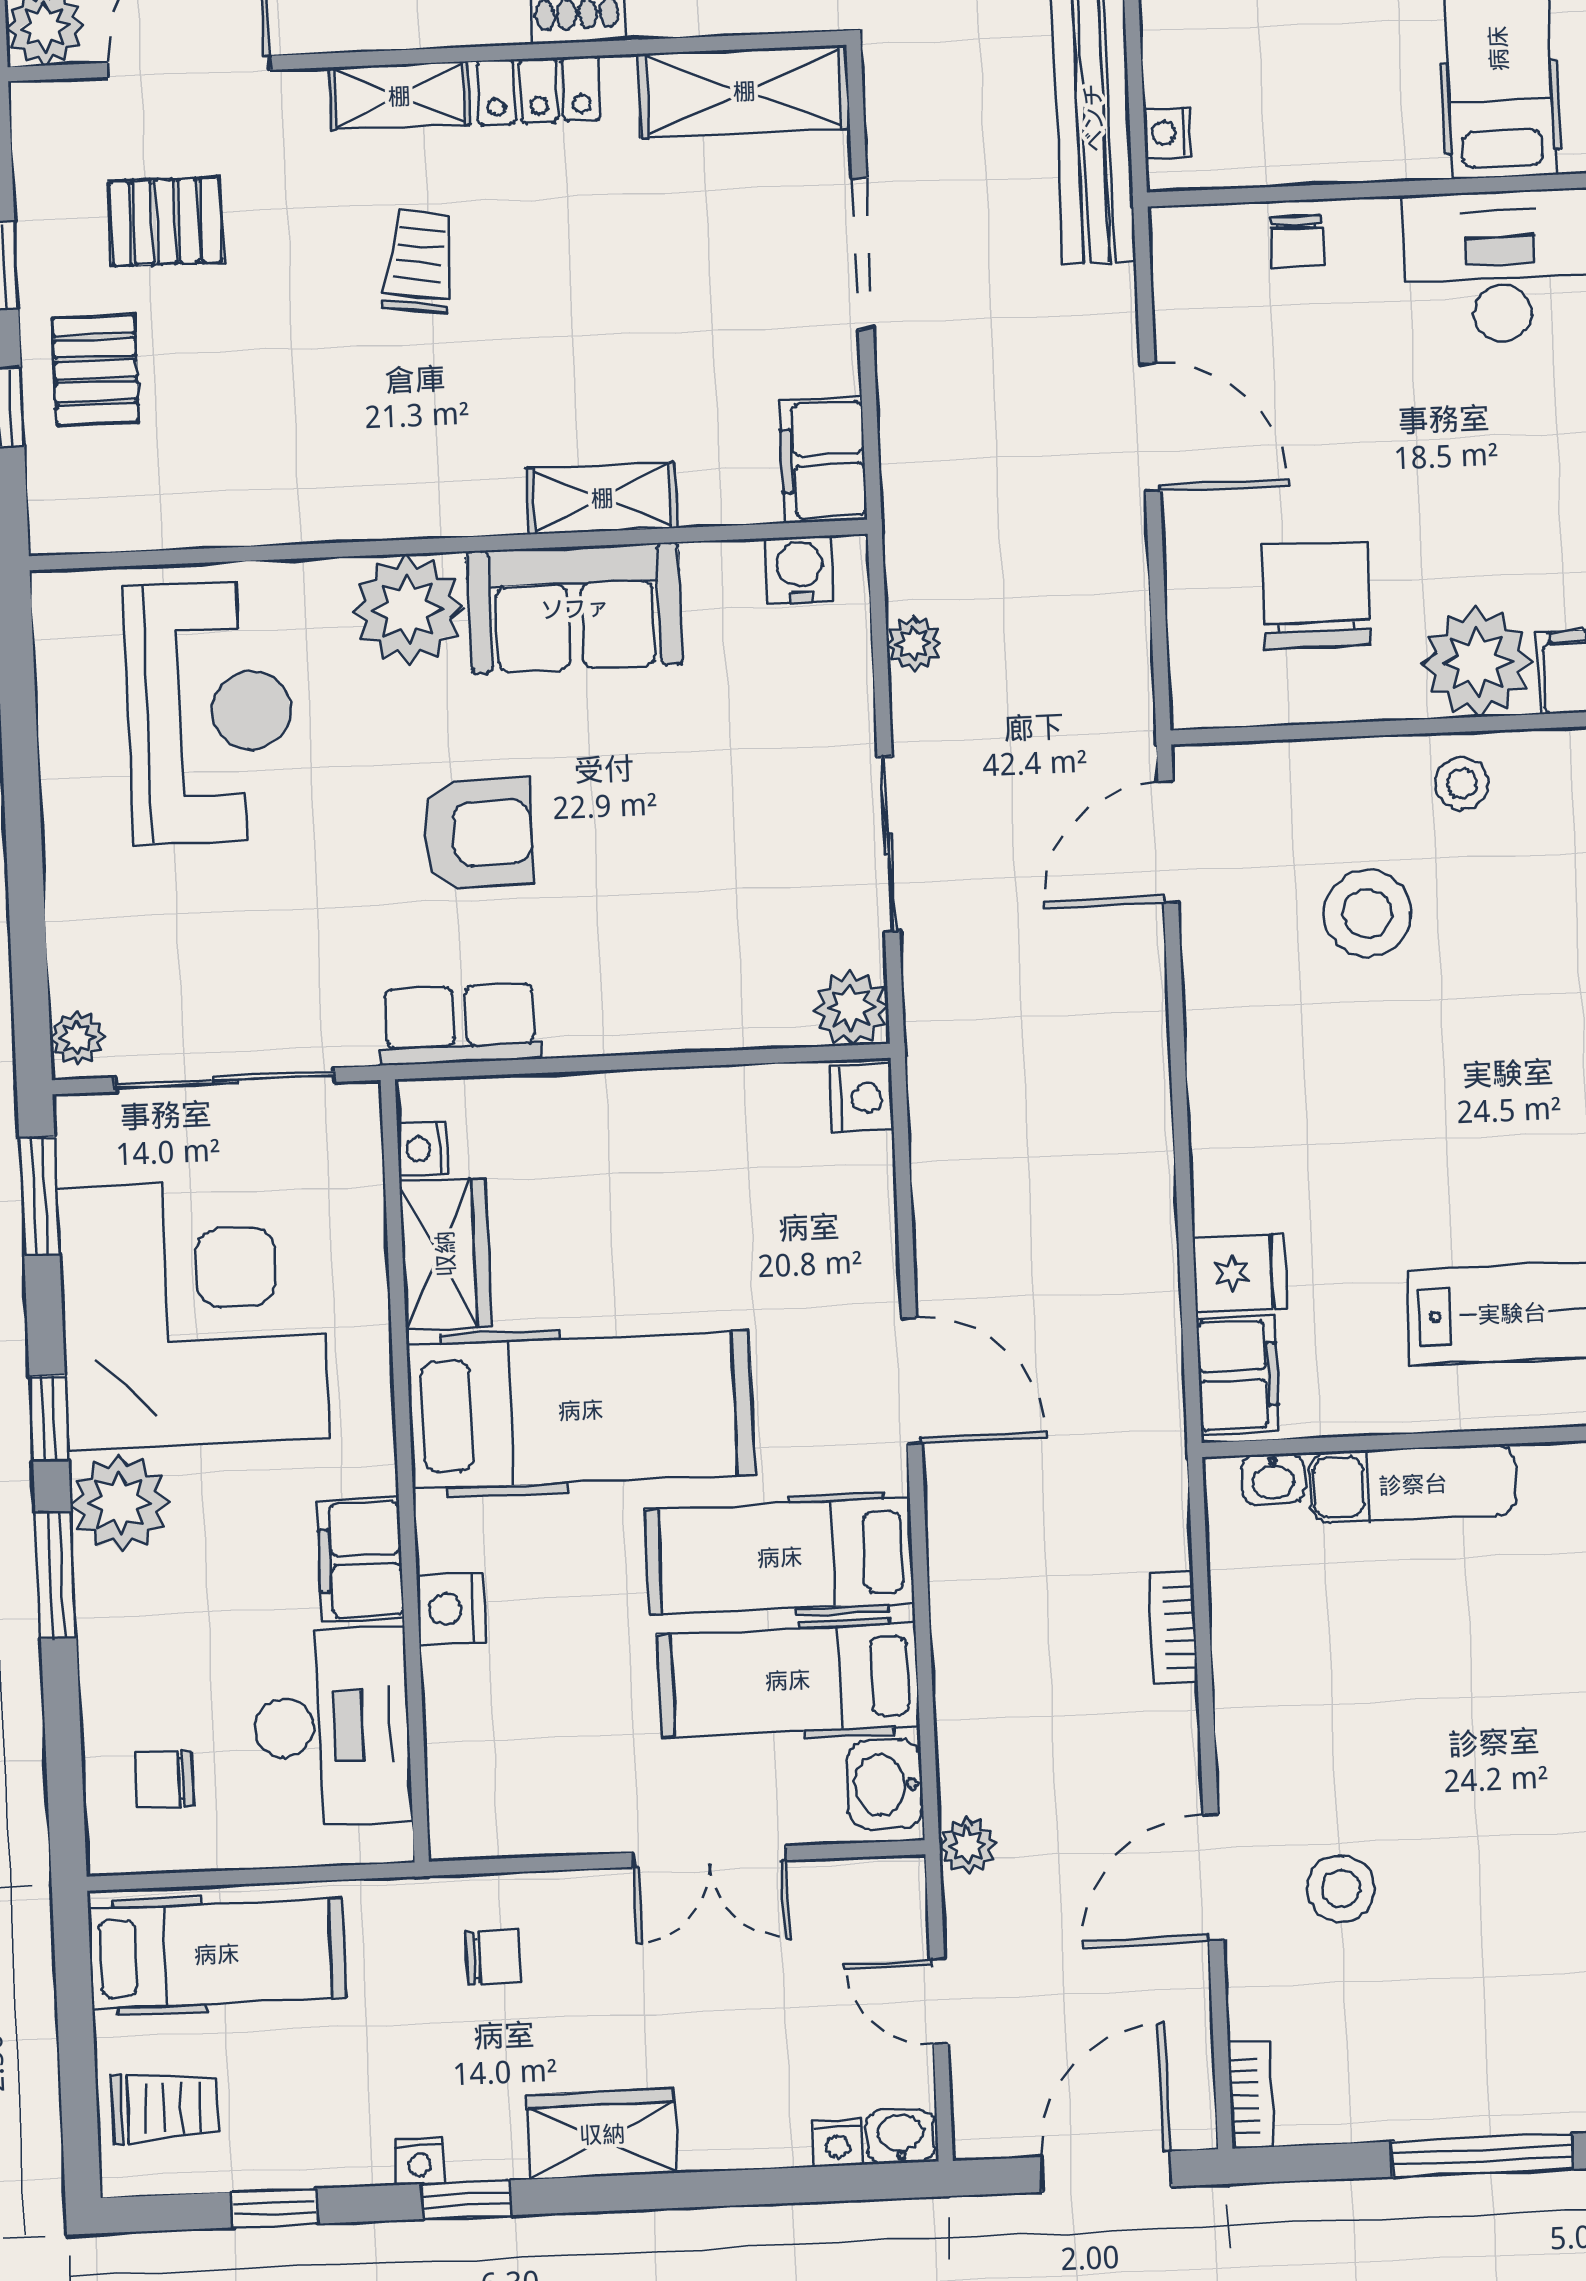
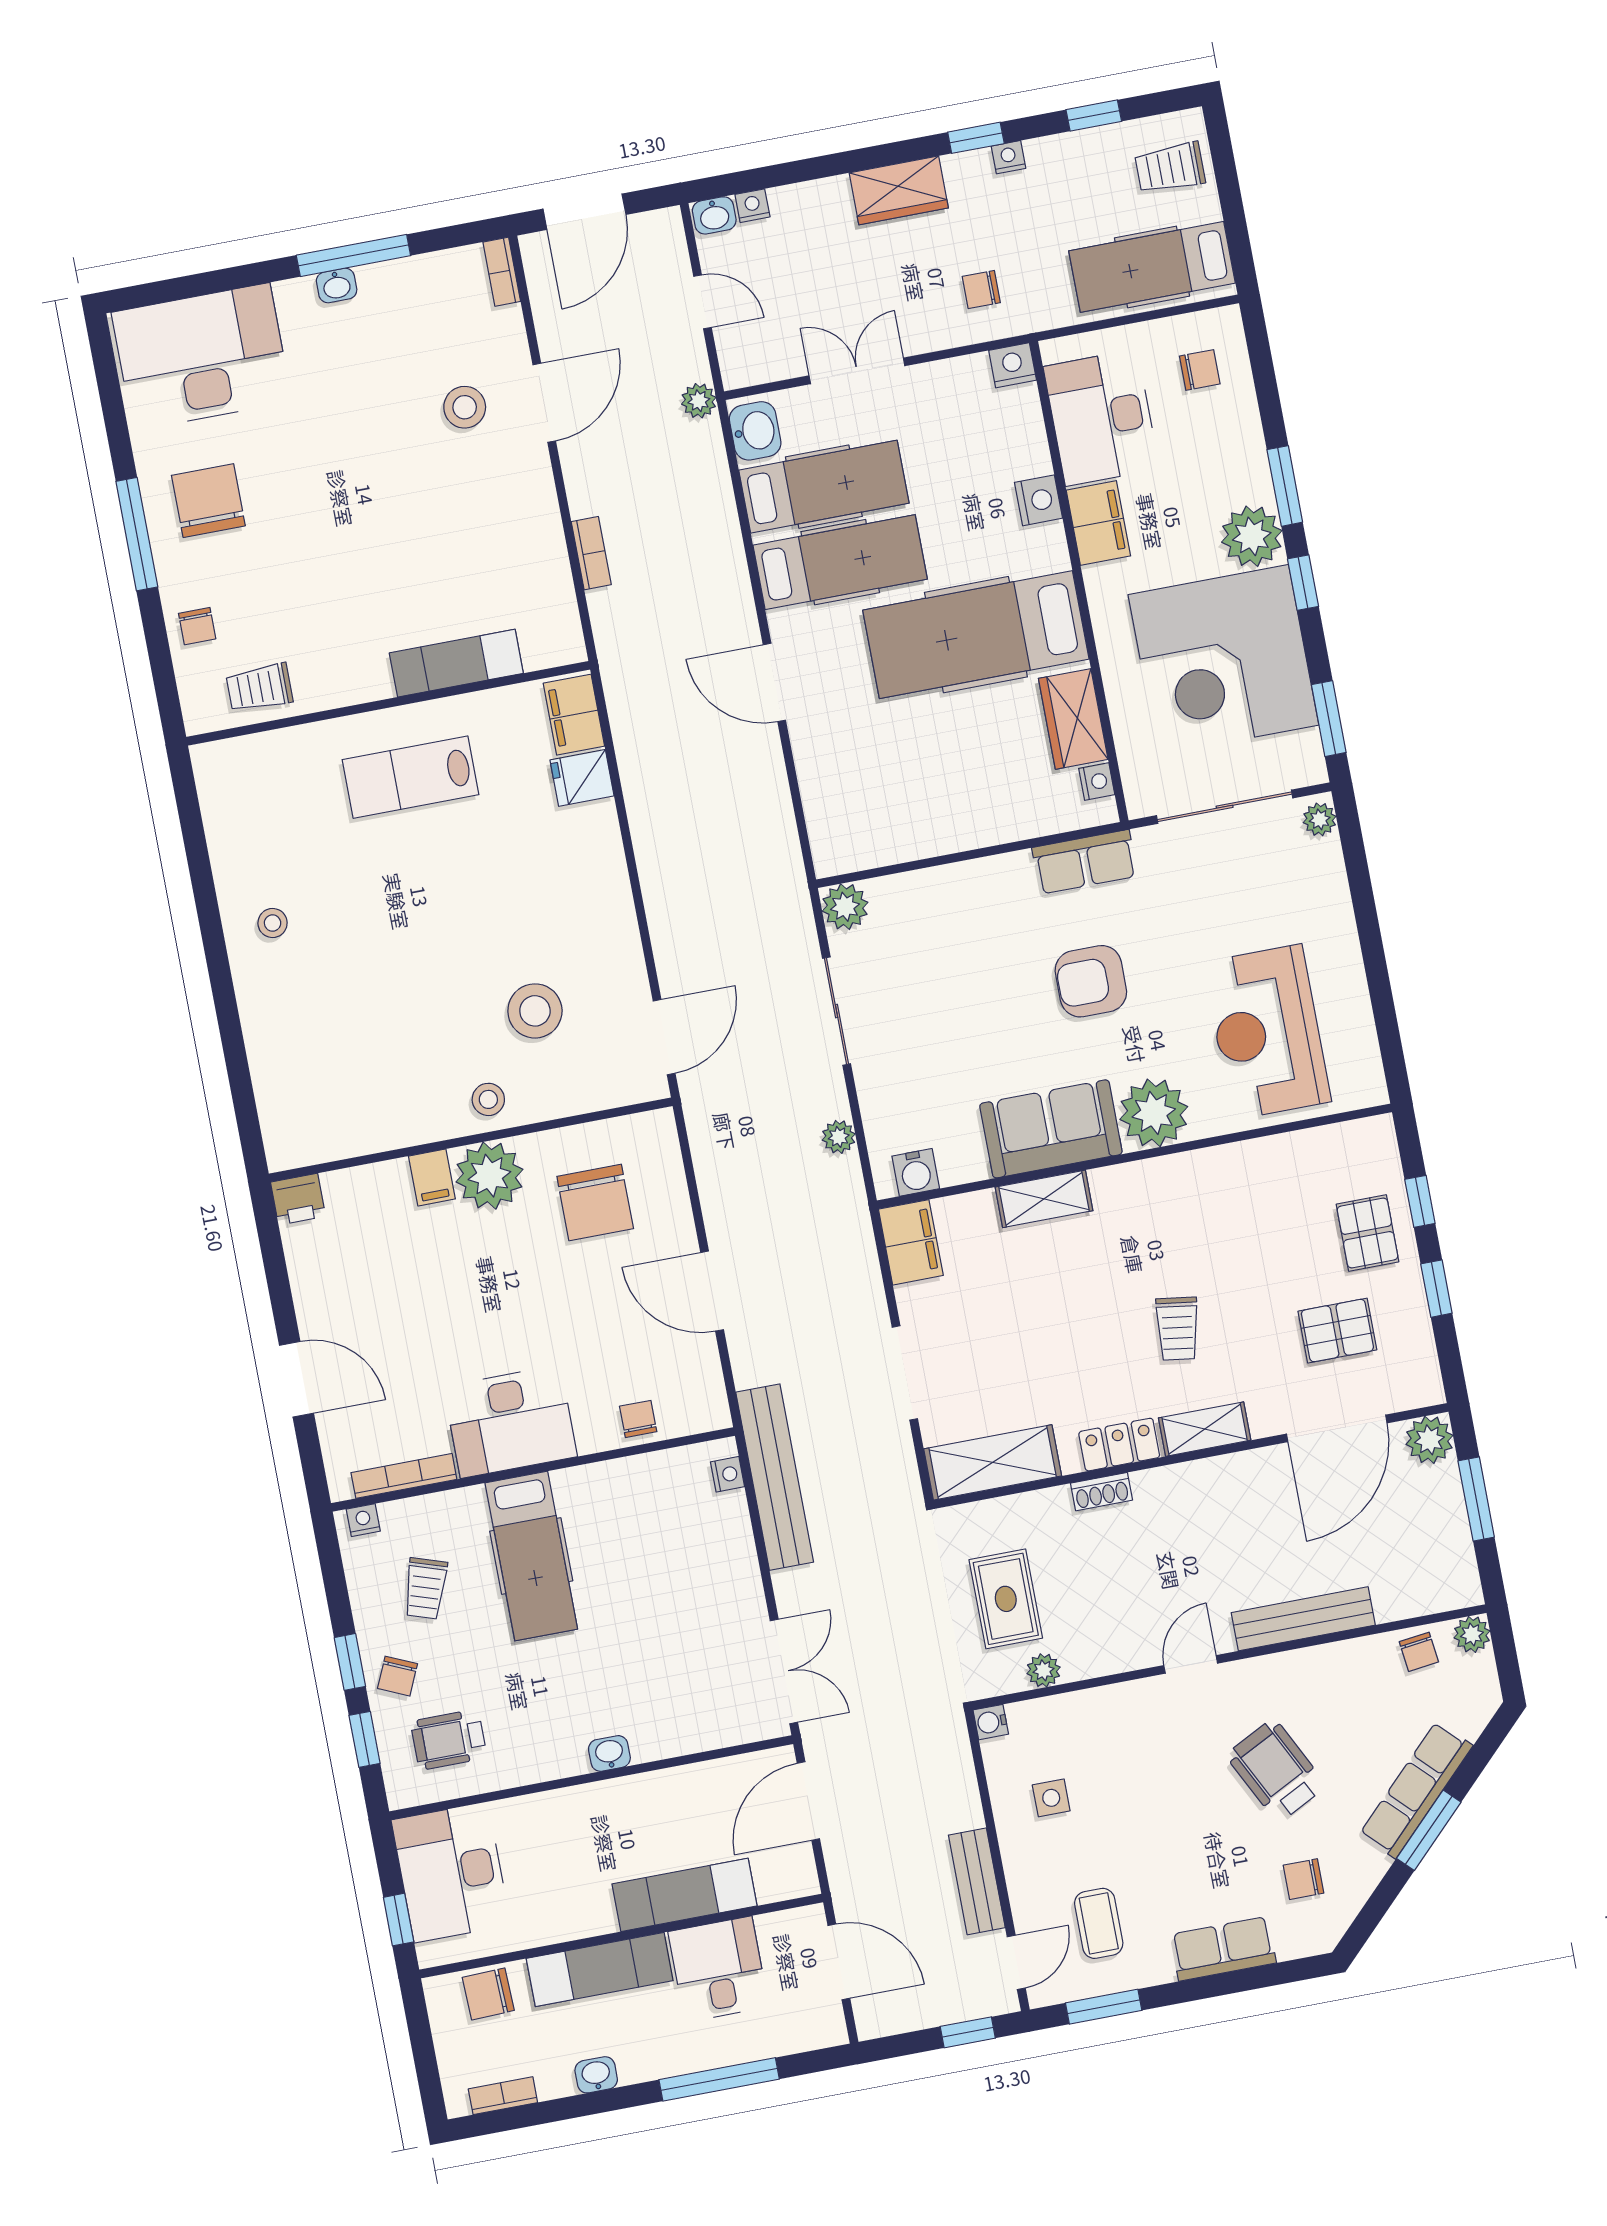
nightstand: (862, 1098) -> (1013, 365), moved, turned 90
washbasin: (1273, 1479) -> (337, 285), moved, turned 180

